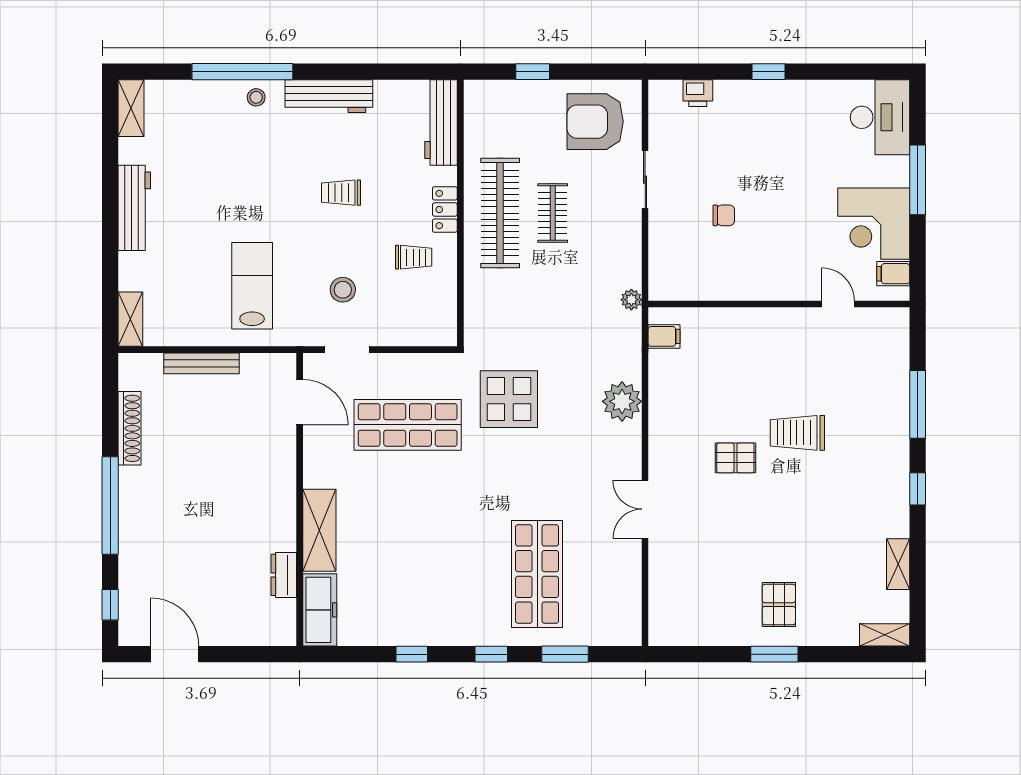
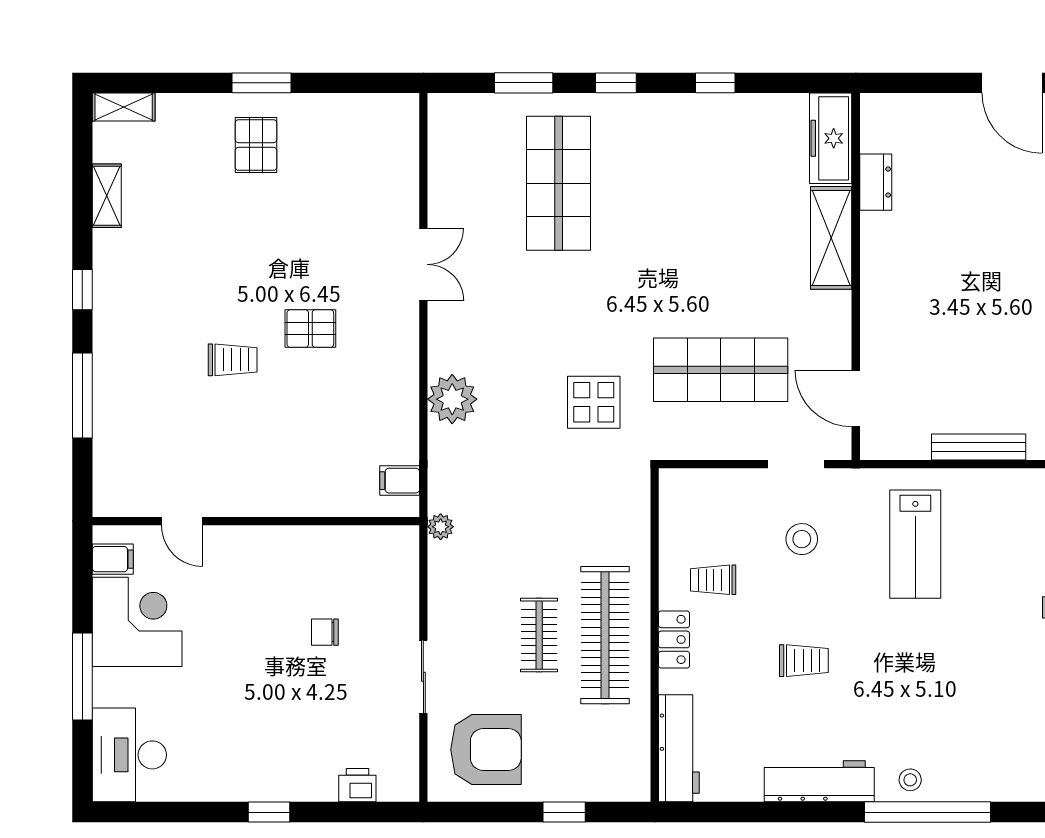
display table: (509, 399) -> (594, 402), width x0.73, depth x0.73
trolley: (797, 433) -> (233, 360), width x0.73, depth x0.72

